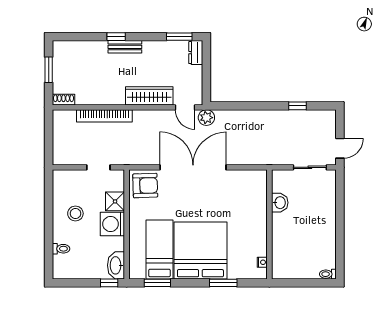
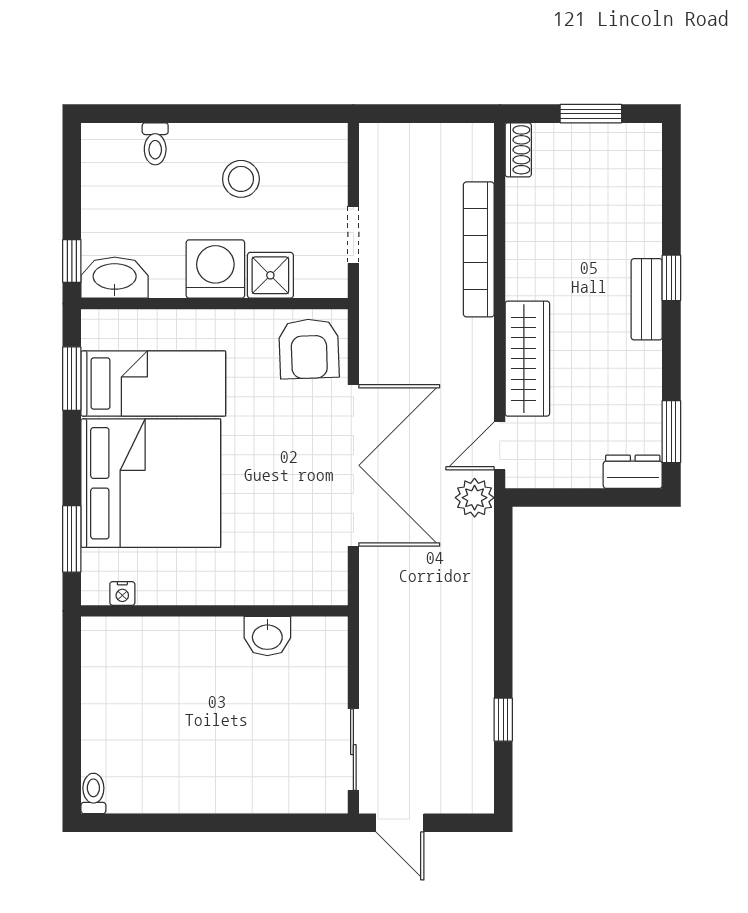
washbasin: (280, 203) -> (267, 636), moved
wall: (269, 224) -> (214, 611), moved
nightstand: (262, 262) -> (122, 593), moved

